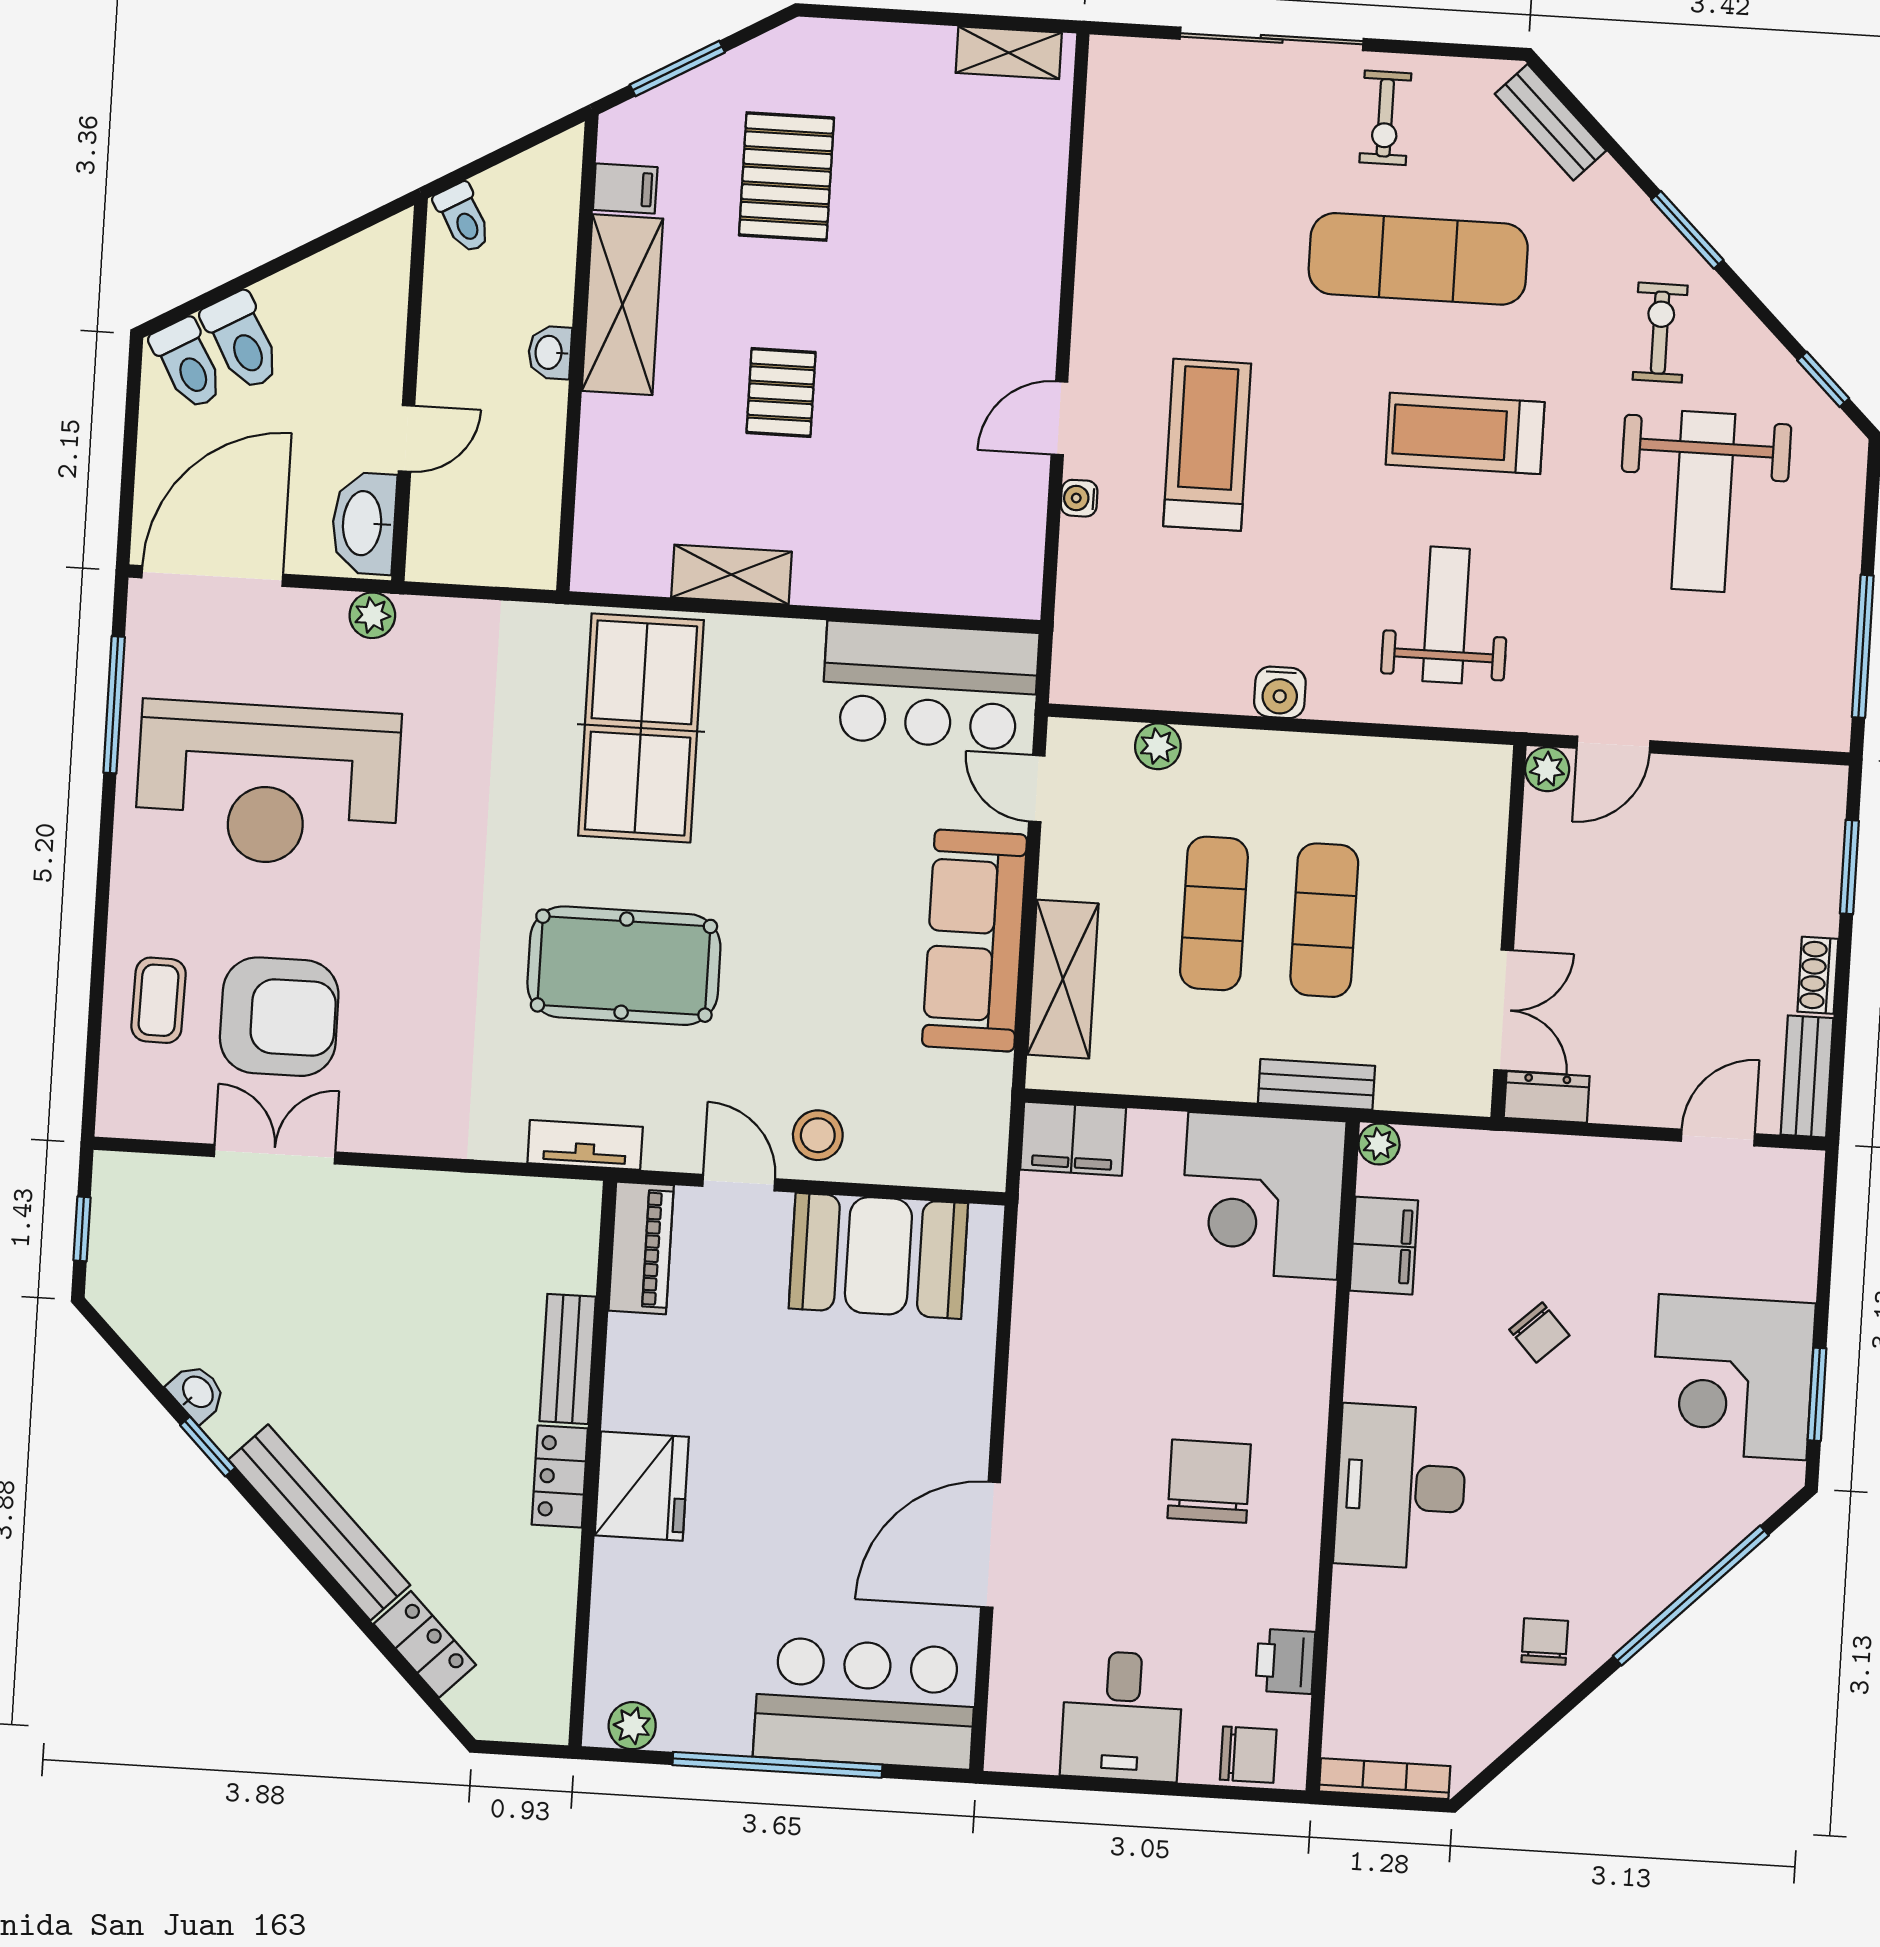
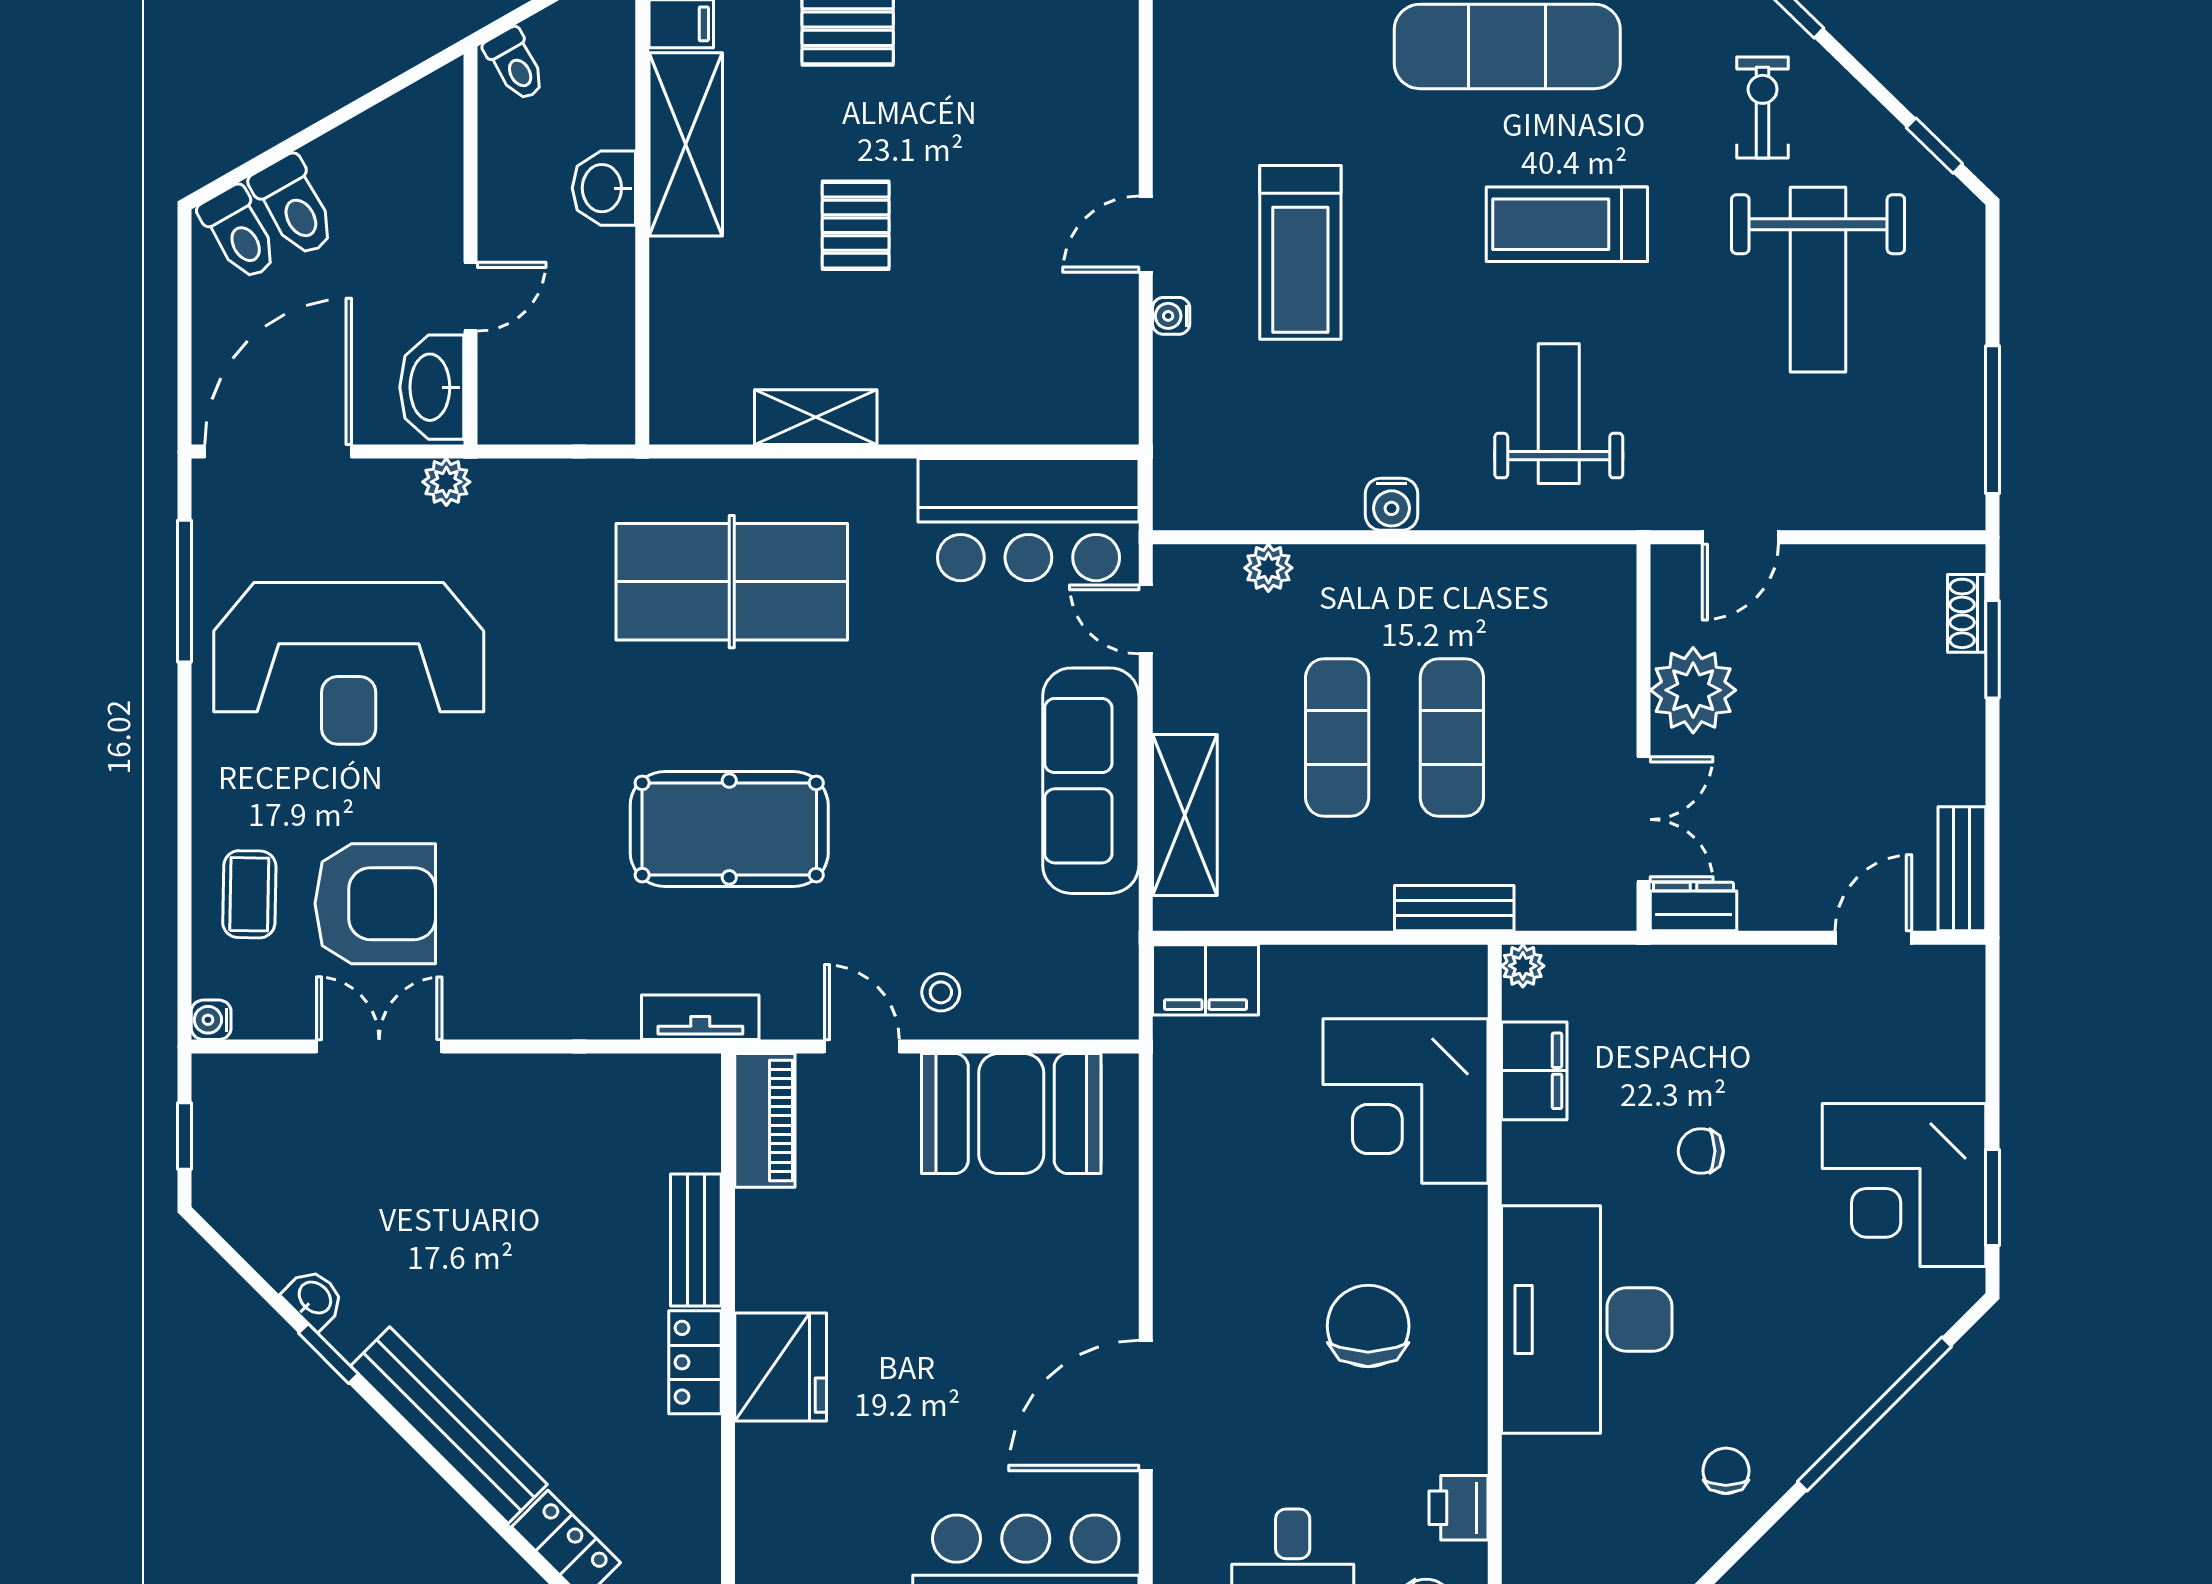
washbasin: (550, 352) -> (604, 188), width x1.38, depth x1.45
treadmill: (1207, 445) -> (1300, 252), turned 180
table tennis table: (641, 728) -> (732, 582), turned 90
plant: (1547, 769) -> (1693, 690), moved, width x1.87, depth x1.87
shoe rack: (1818, 975) -> (1967, 613), moved
water cooler: (114, 1119) -> (211, 1020), added
stool: (818, 1135) -> (941, 992), width x0.73, depth x0.73
corner desk: (1263, 1196) -> (1405, 1101), moved
chair: (1539, 1332) -> (1701, 1151), turned 133
desk: (1401, 1487) -> (1587, 1320), width x1.36, depth x1.30

